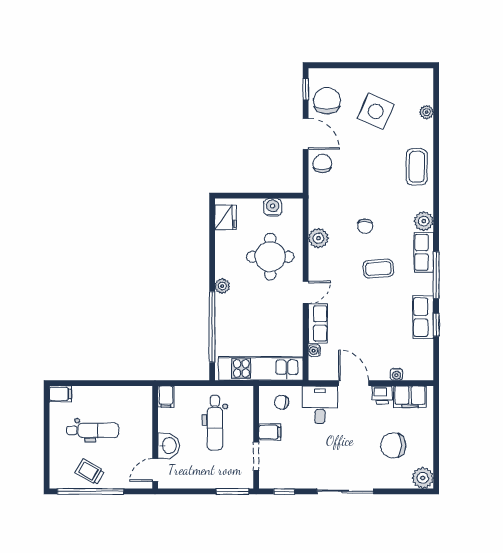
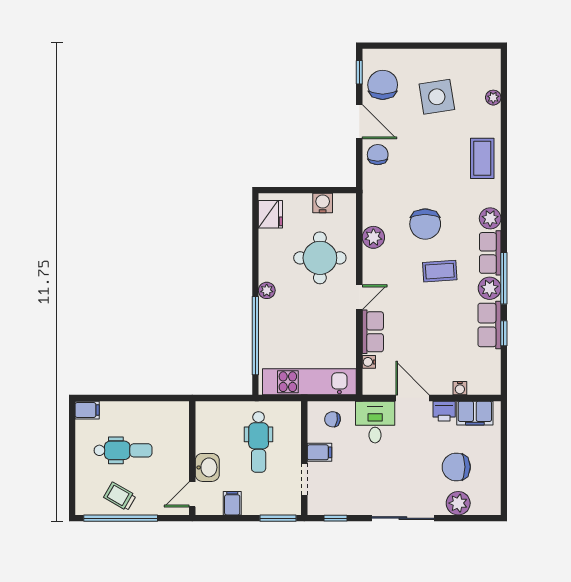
side table: (376, 111) -> (437, 97), turned -33
chair: (365, 226) -> (425, 224), width x1.87, depth x1.87
plant: (423, 284) -> (490, 288), added
filing cabinet: (166, 397) -> (232, 503), moved, turned 180
plant: (423, 478) -> (458, 503), moved

